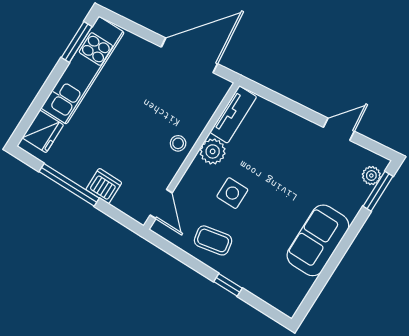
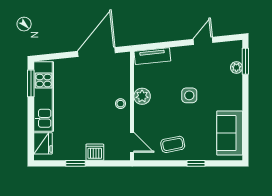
tv unit: (233, 114) -> (152, 56), moved, turned 84
plant: (371, 176) -> (236, 68), moved
window: (69, 185) -> (76, 163), width x0.46
side table: (232, 193) -> (189, 95), moved
sofa: (318, 240) -> (230, 133), moved

